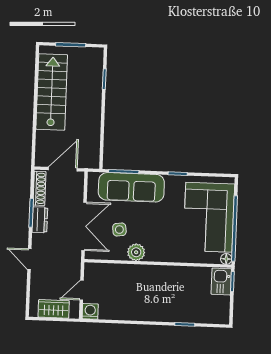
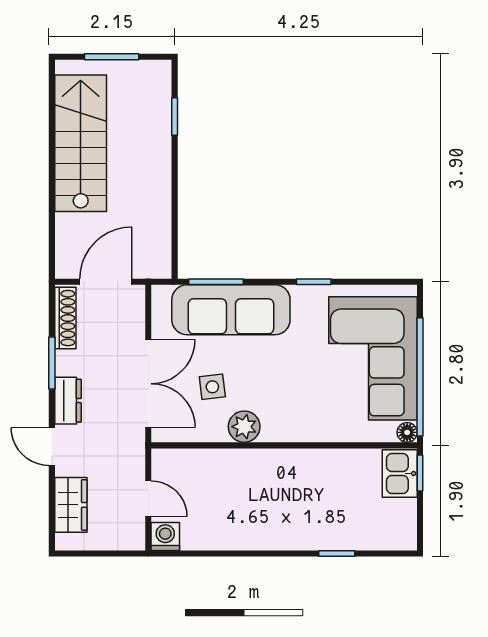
dresser: (40, 220) -> (68, 401), moved
door: (82, 290) -> (148, 499), swing flipped
wardrobe: (54, 309) -> (71, 505), moved, turned 90

